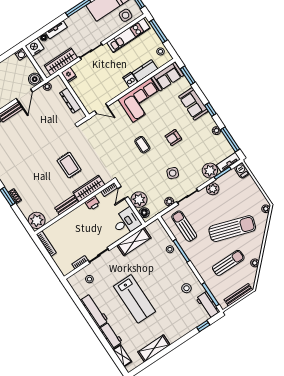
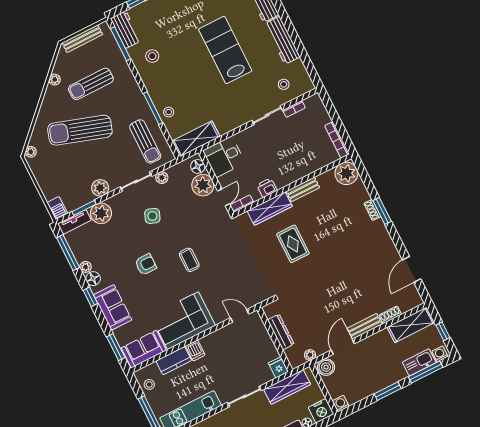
floor lamp: (210, 123) -> (93, 279), added
shelving: (134, 242) -> (196, 139), moved

